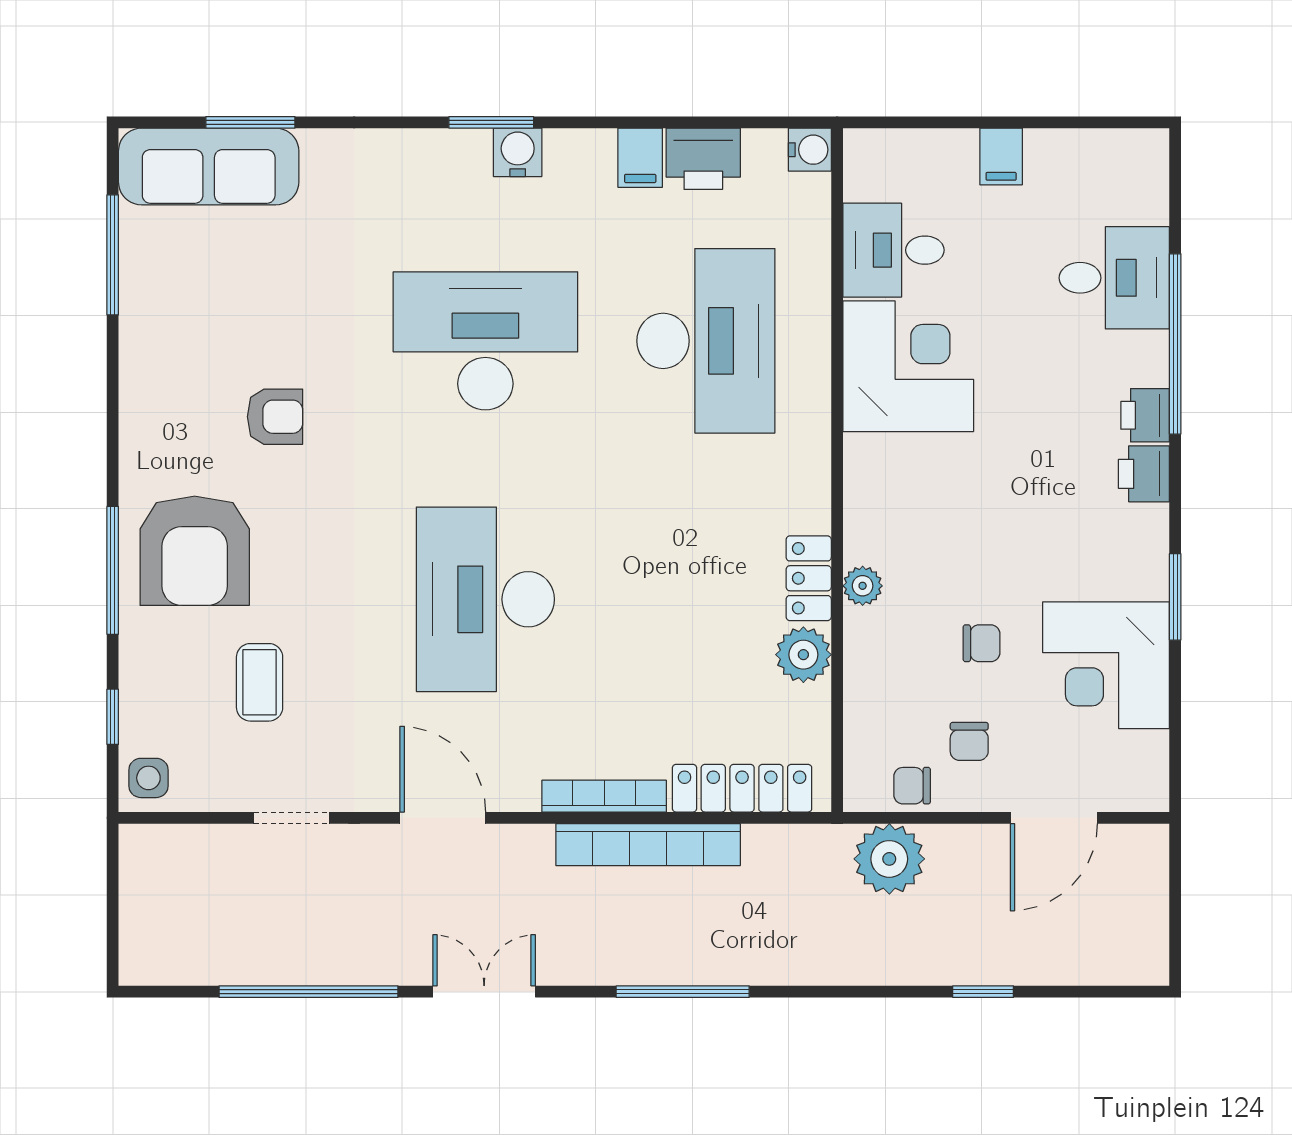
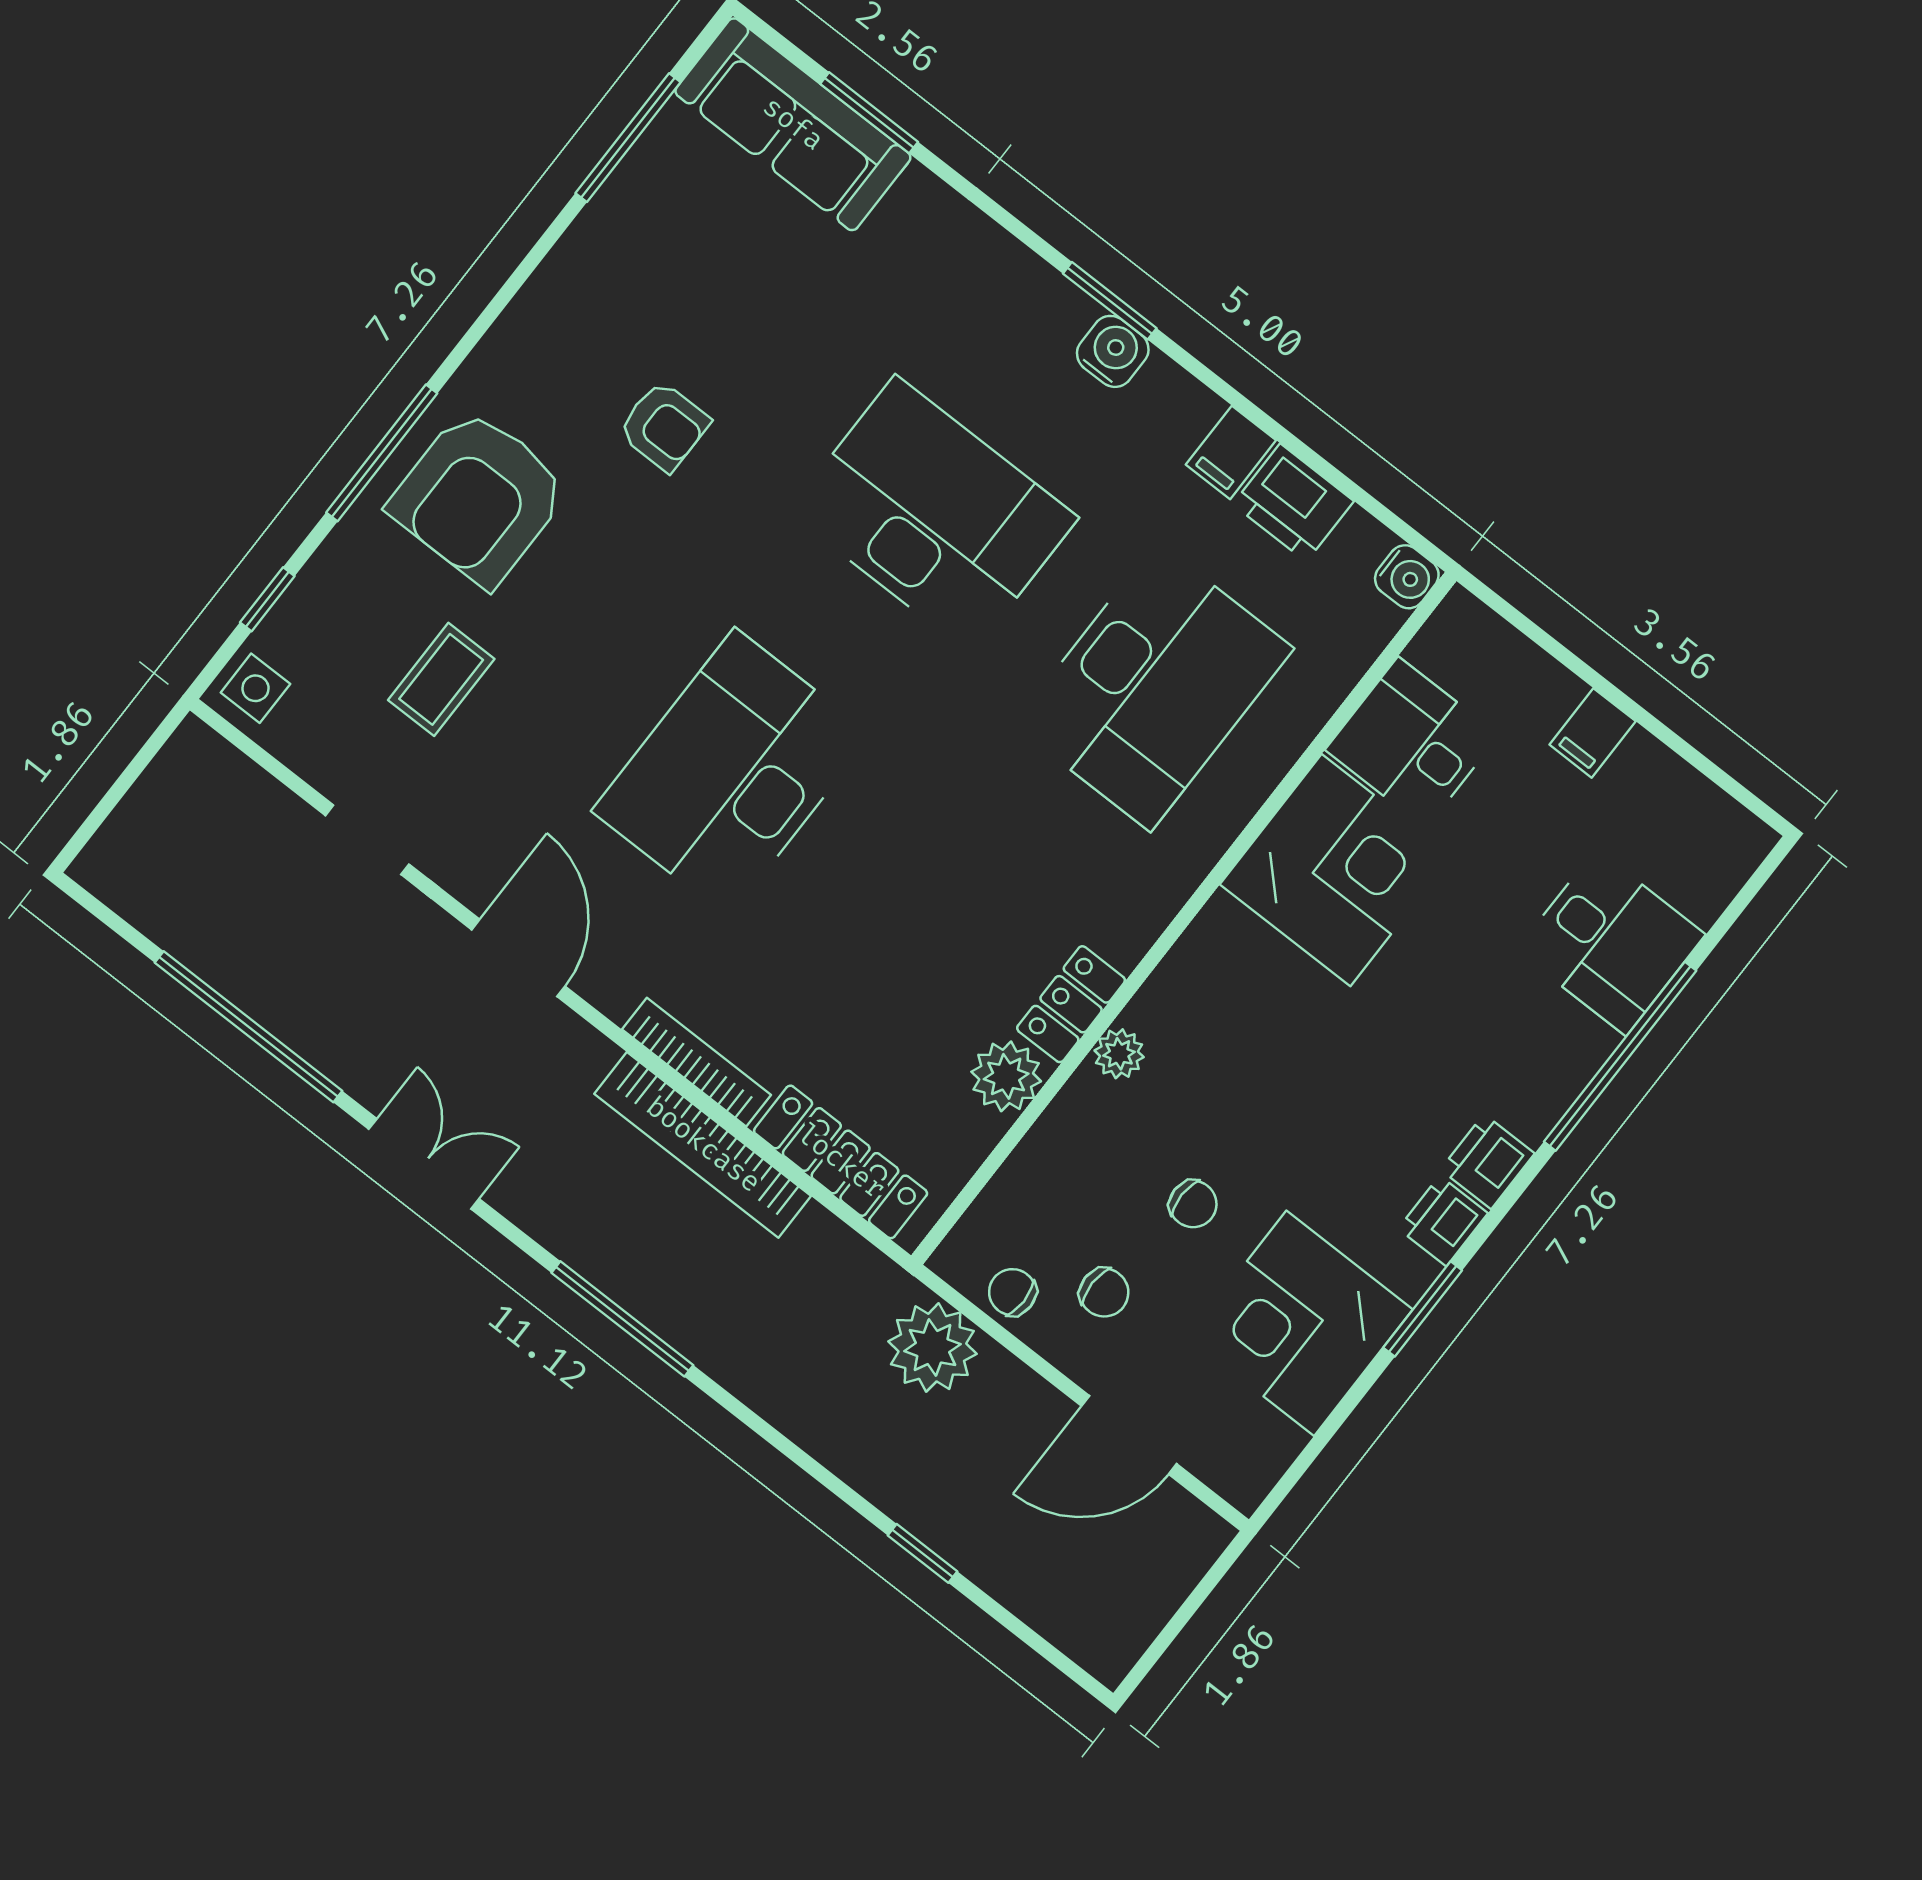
printer: (1145, 415) -> (1443, 1221), moved
chair: (969, 741) -> (1104, 1293), turned -90

